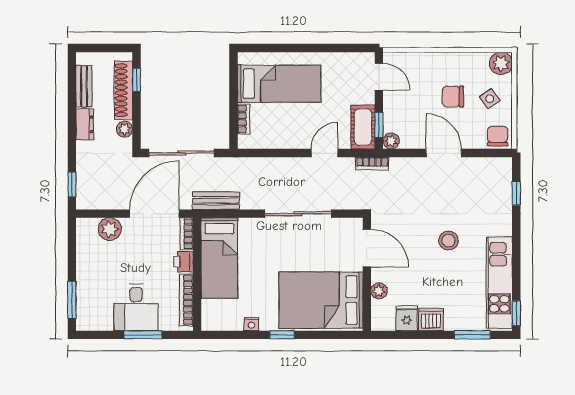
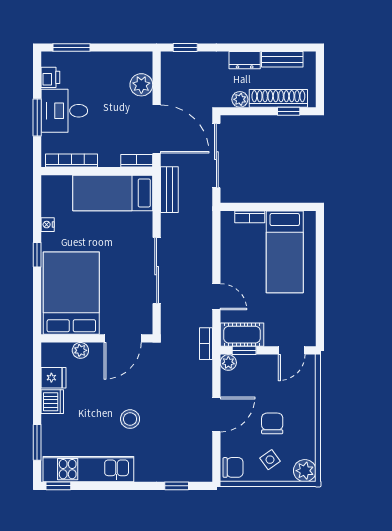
printer: (184, 262) -> (50, 77), moved, turned 90

